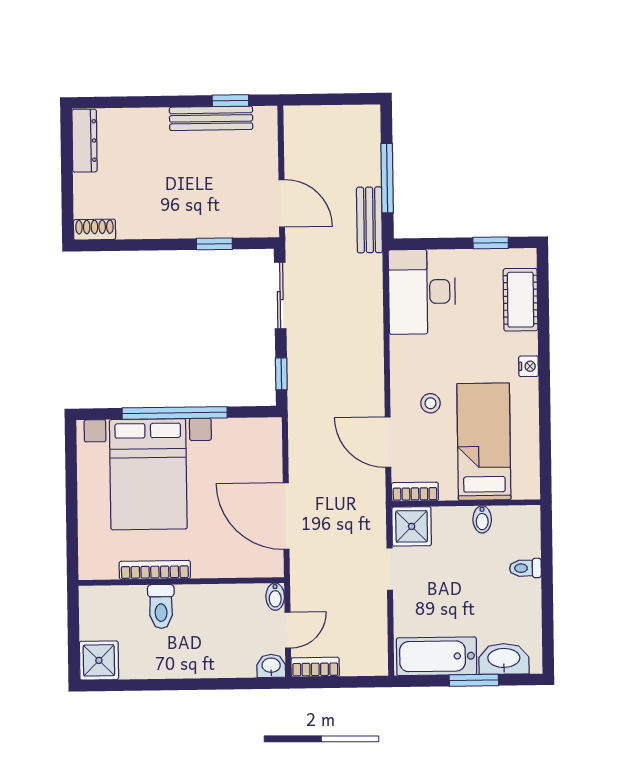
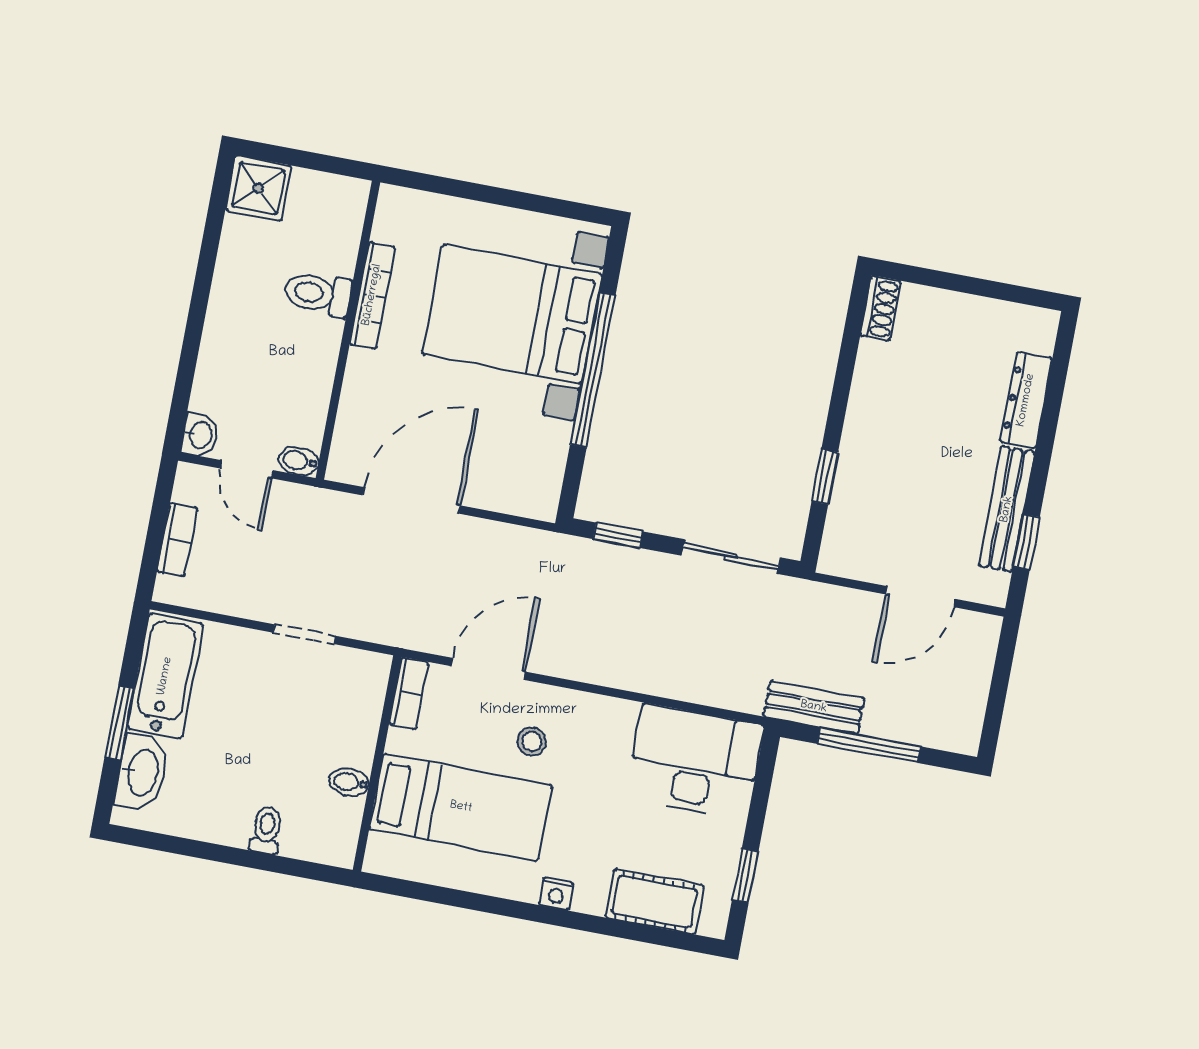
dresser: (85, 141) -> (1026, 400), moved, turned 90
door: (282, 203) -> (920, 597), moved
shower: (412, 526) -> (360, 678), removed
bookcase: (315, 667) -> (177, 540), moved

